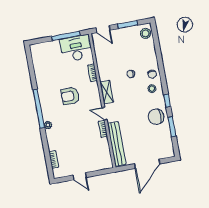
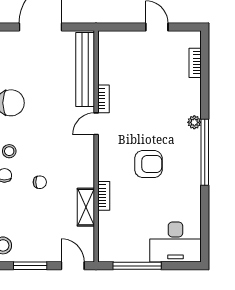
desk: (76, 48) -> (175, 242), moved
shelving: (107, 92) -> (86, 207), moved
door: (105, 114) -> (96, 124), swing flipped

